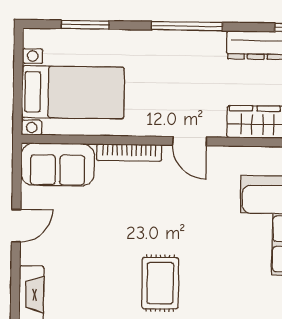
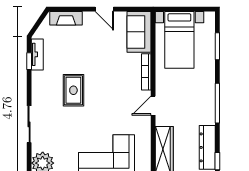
rug: (160, 283) -> (73, 90), turned 90

